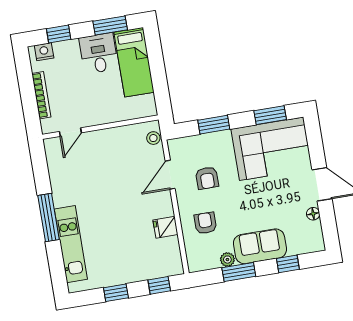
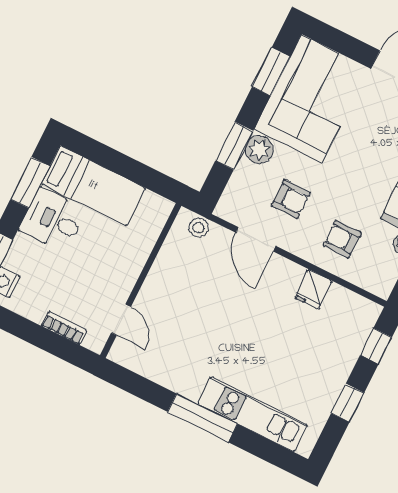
bookcase: (41, 95) -> (64, 328), width x0.64
plant: (222, 140) -> (259, 150), added

